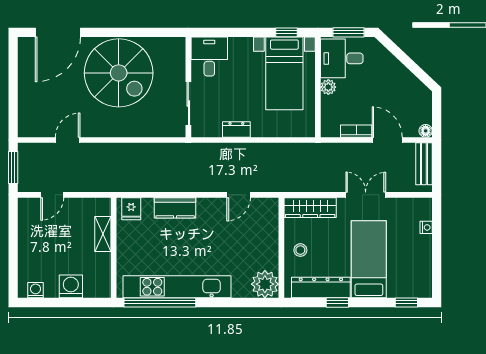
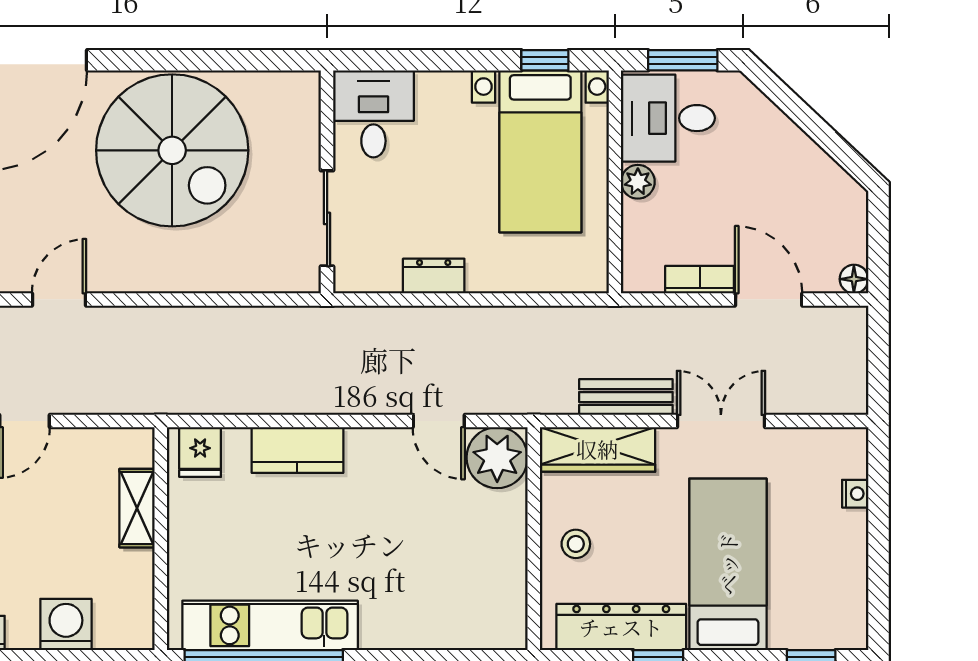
bench: (424, 164) -> (626, 397), moved, turned 90
door: (239, 195) -> (439, 421), hinge flipped
plant: (265, 284) -> (497, 458), moved
kitchen unit: (177, 287) -> (270, 625), width x0.73

